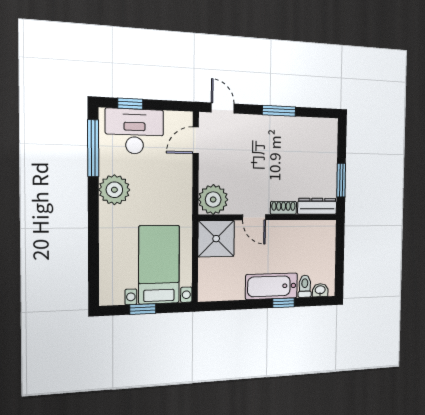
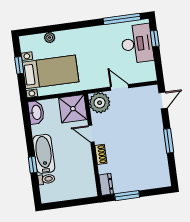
door: (196, 140) -> (120, 87), moved
plant: (114, 190) -> (50, 38), moved, width x0.53, depth x0.53
dresser: (317, 206) -> (106, 184), width x0.70
door: (254, 217) -> (91, 134), hinge flipped
washbasin: (320, 290) -> (36, 112), moved, width x1.91, depth x1.45

